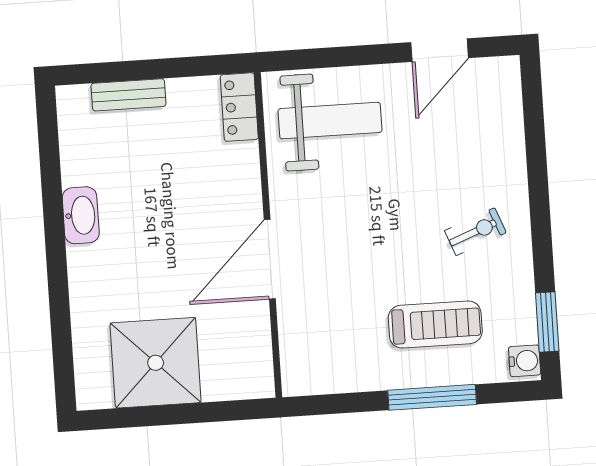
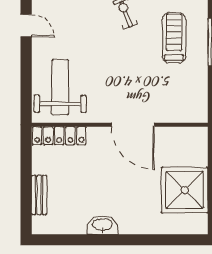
door: (440, 50) -> (26, 26), width x0.73
locker: (239, 107) -> (59, 136), width x1.53

